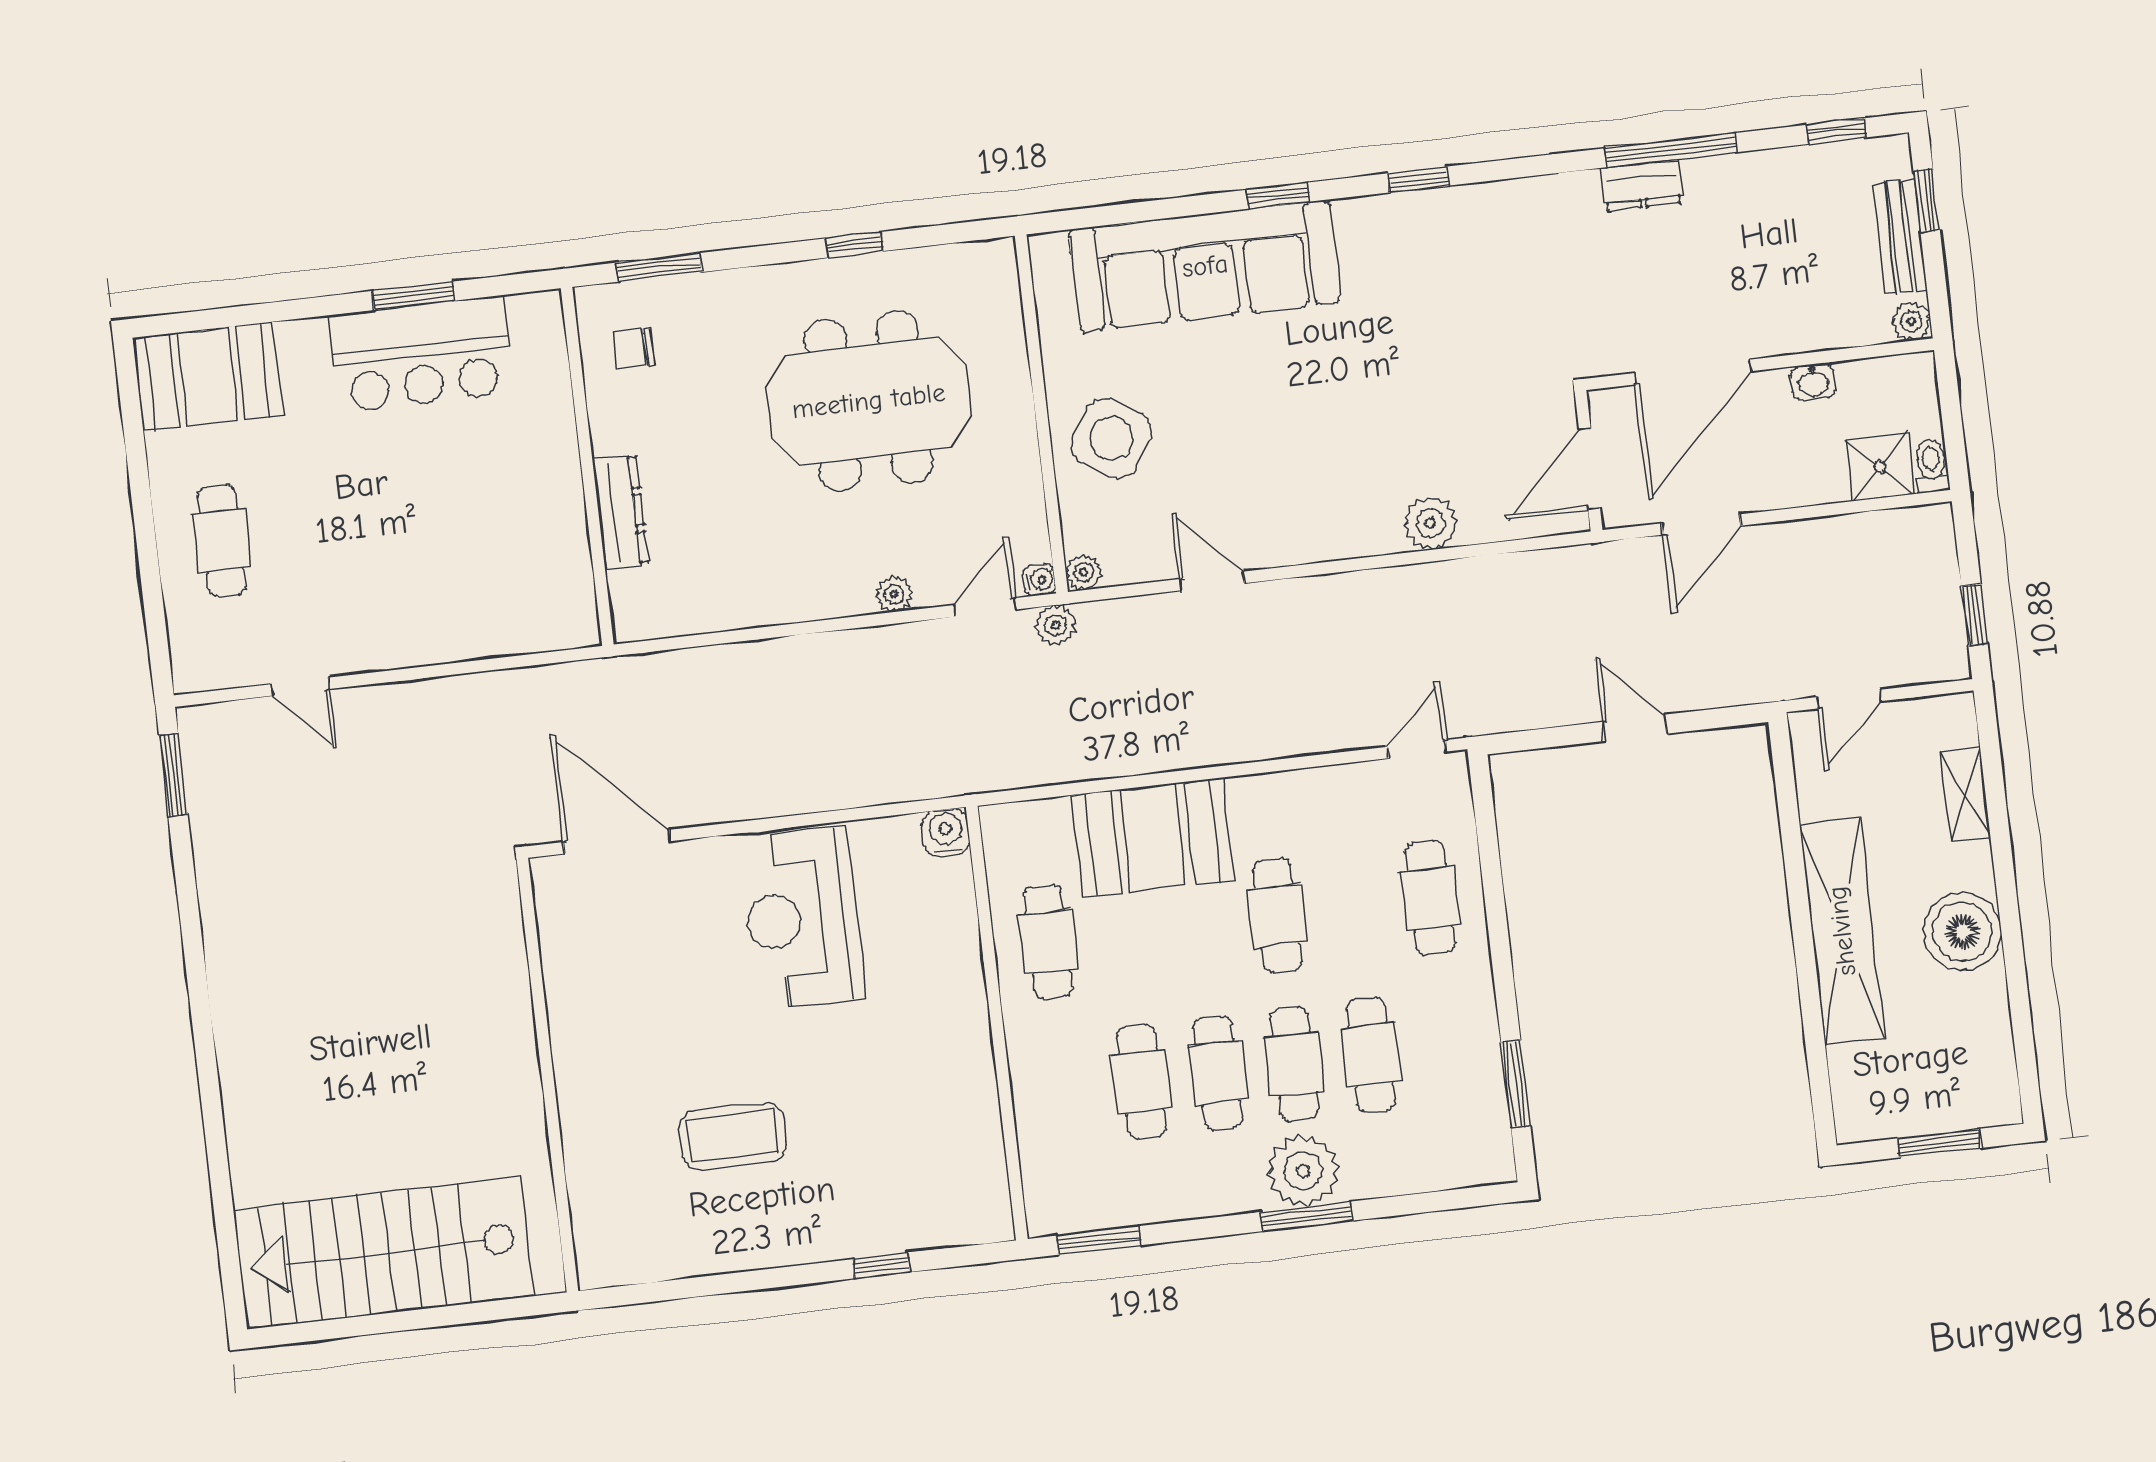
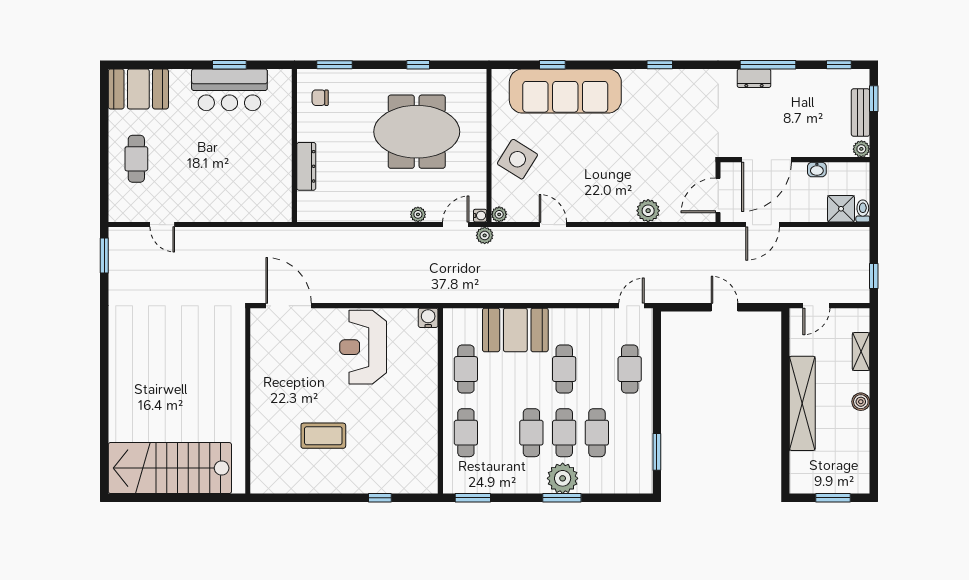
window: (1278, 196) -> (552, 65), moved
boiler: (1962, 932) -> (861, 402), width x0.54, depth x0.54
cafe table: (1141, 1082) -> (466, 433), moved

